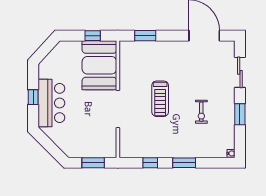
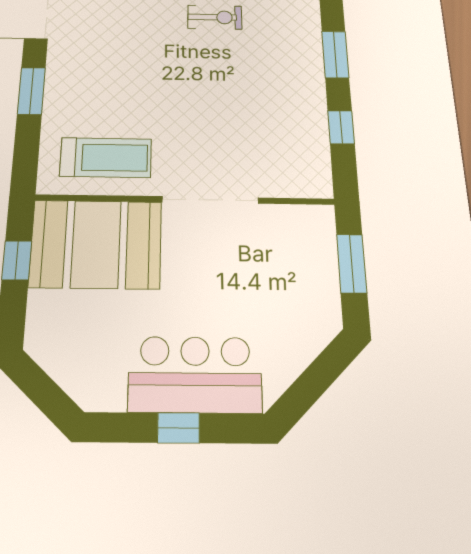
window: (145, 36) -> (31, 91), moved
treadmill: (160, 99) -> (106, 158), moved

